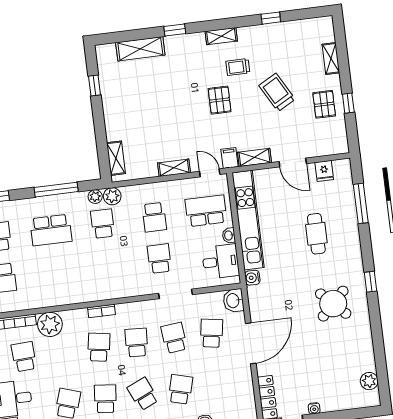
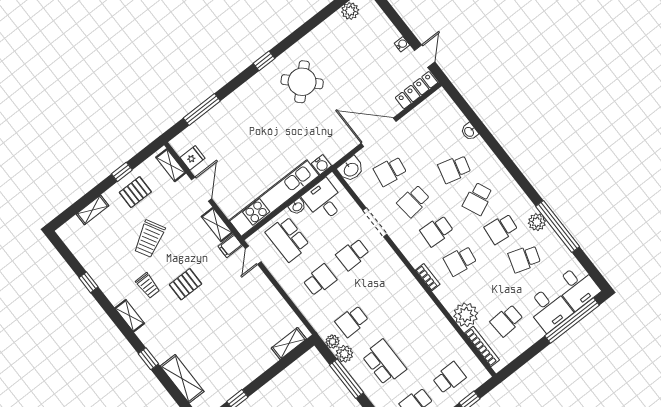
shelving: (174, 168) -> (171, 165), moved
plant: (112, 196) -> (344, 354), moved
cafe table: (316, 234) -> (251, 132), removed

